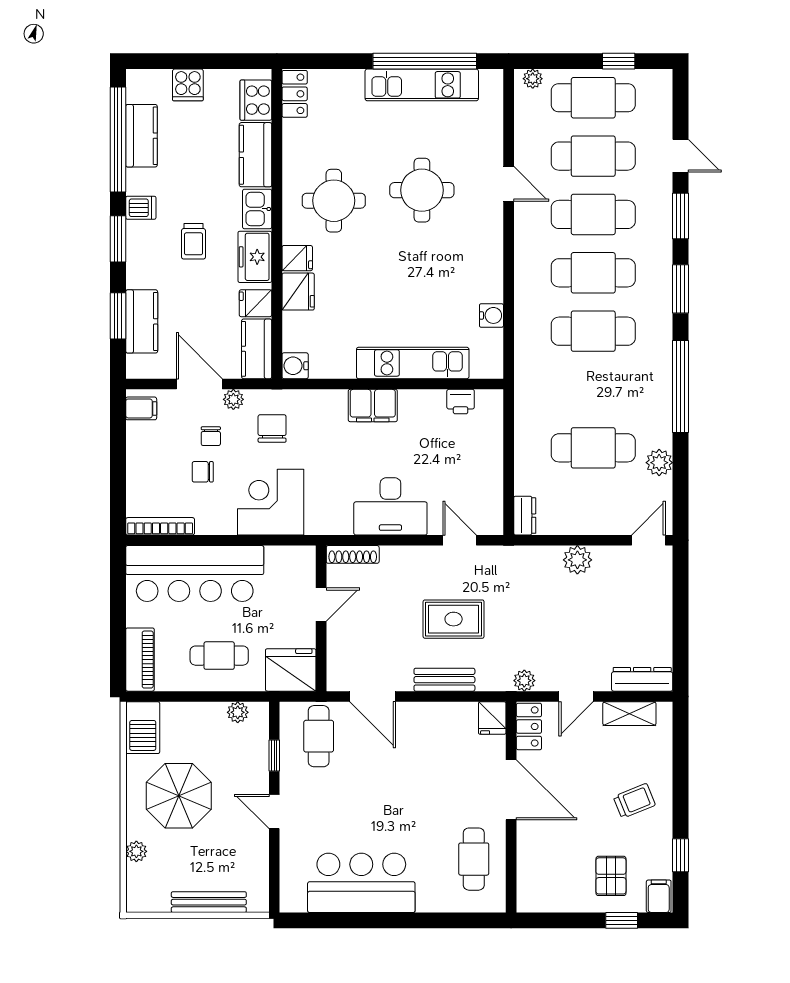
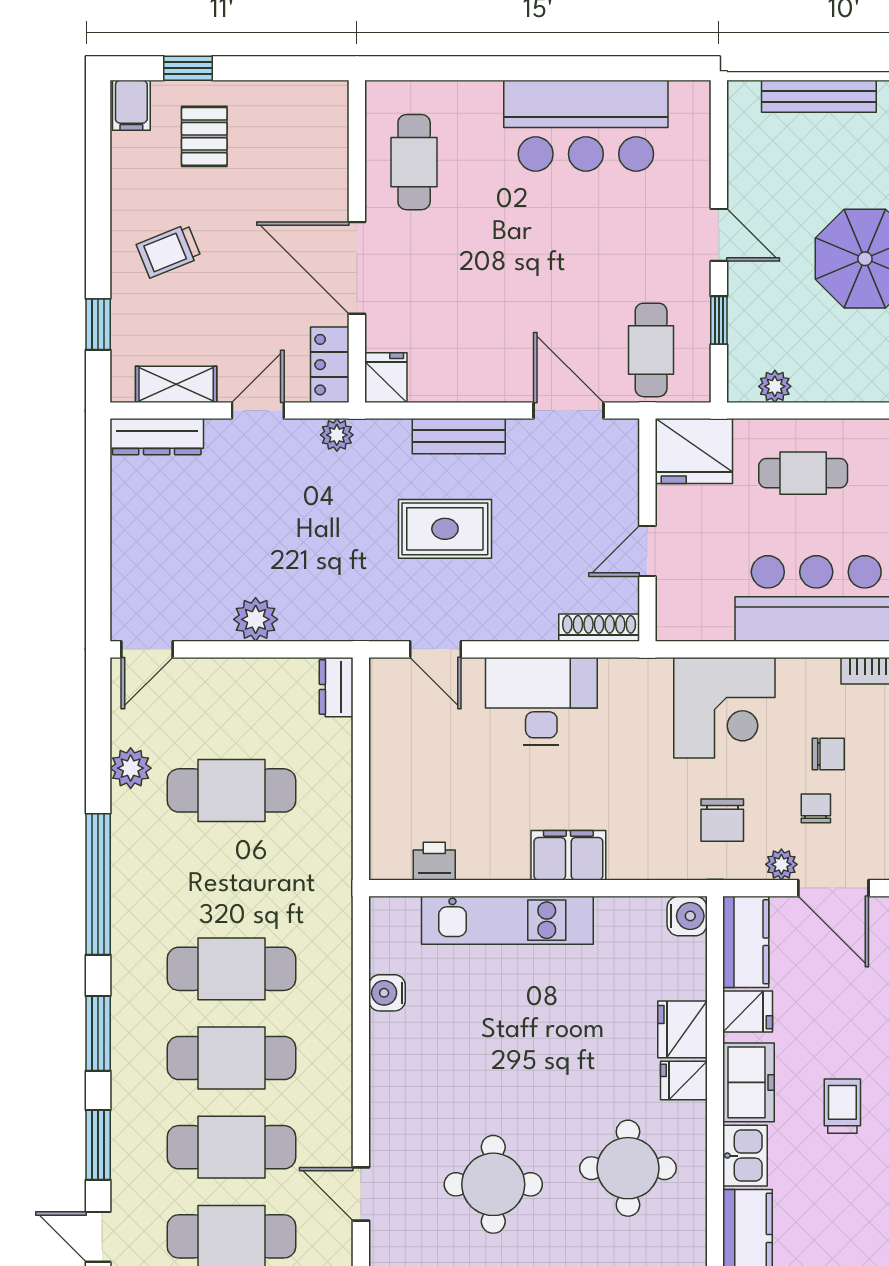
window: (680, 855) -> (98, 324), moved

